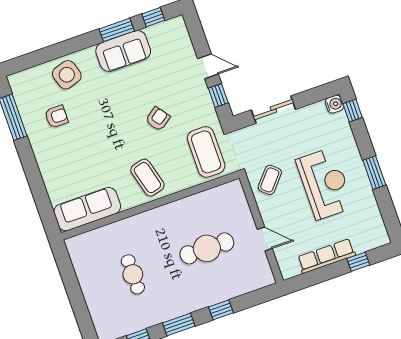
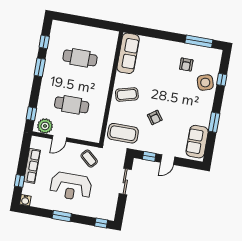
window: (153, 17) -> (222, 80), moved
sofa: (123, 51) -> (197, 142), moved
water cooler: (334, 104) -> (25, 200), moved
cafe table: (207, 248) -> (72, 105), turned 90
plant: (259, 270) -> (45, 126), added
cafe table: (133, 274) -> (80, 58), width x1.37, depth x1.35
window: (221, 310) -> (31, 114), moved

